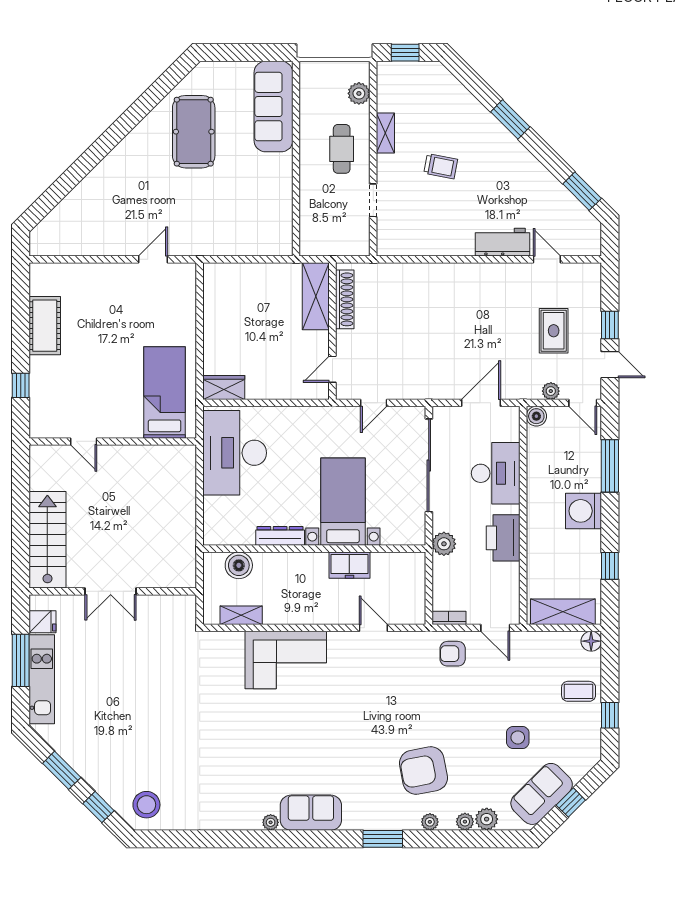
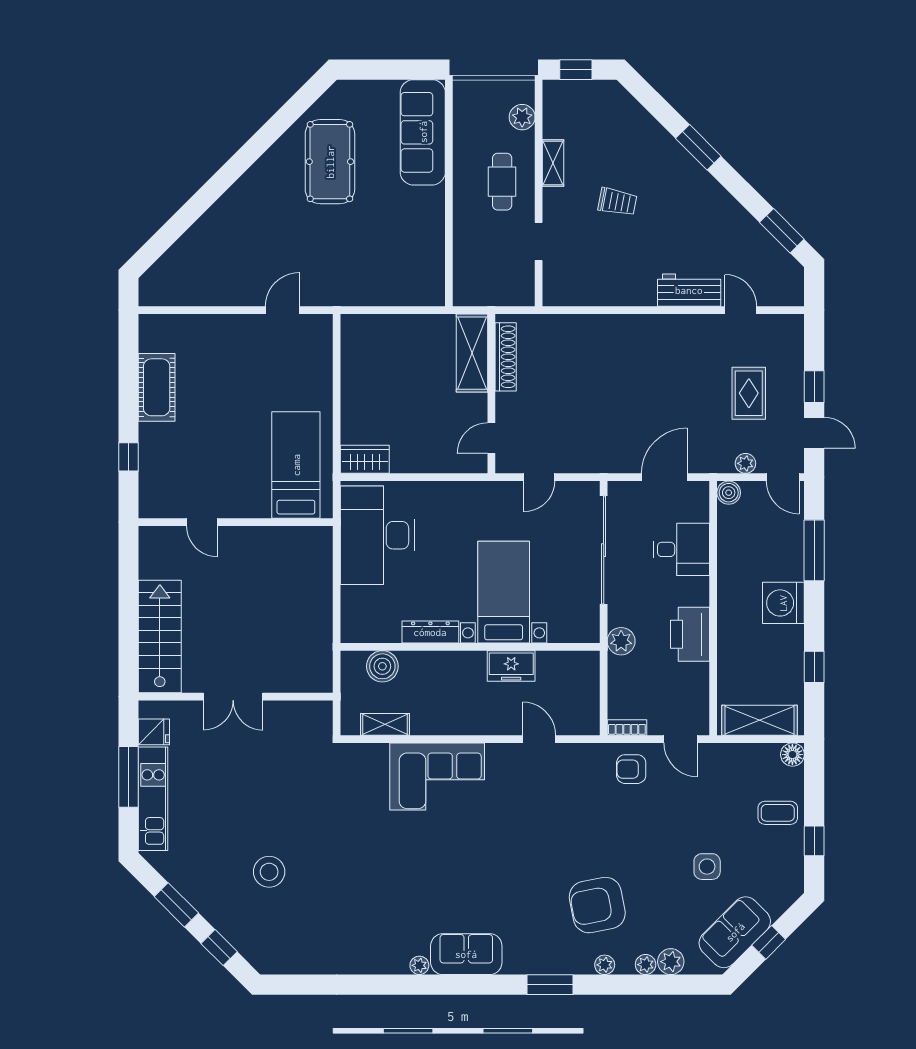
desk: (496, 473) -> (681, 549), width x0.73
stool: (146, 805) -> (269, 872), moved

